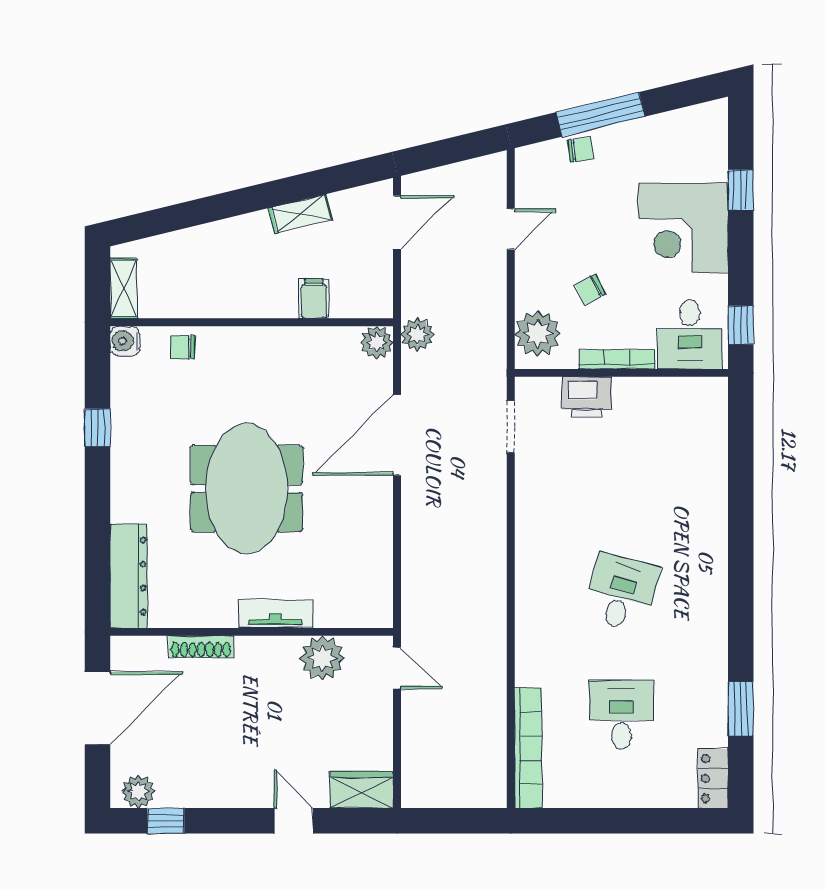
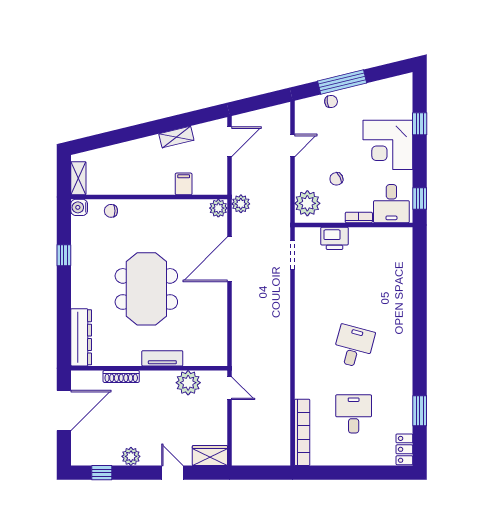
bookcase: (617, 359) -> (359, 217), width x0.64
plant: (138, 791) -> (131, 456), moved

